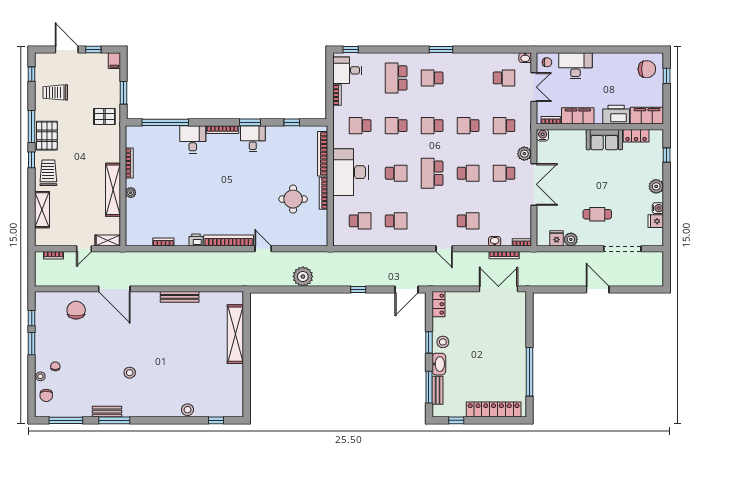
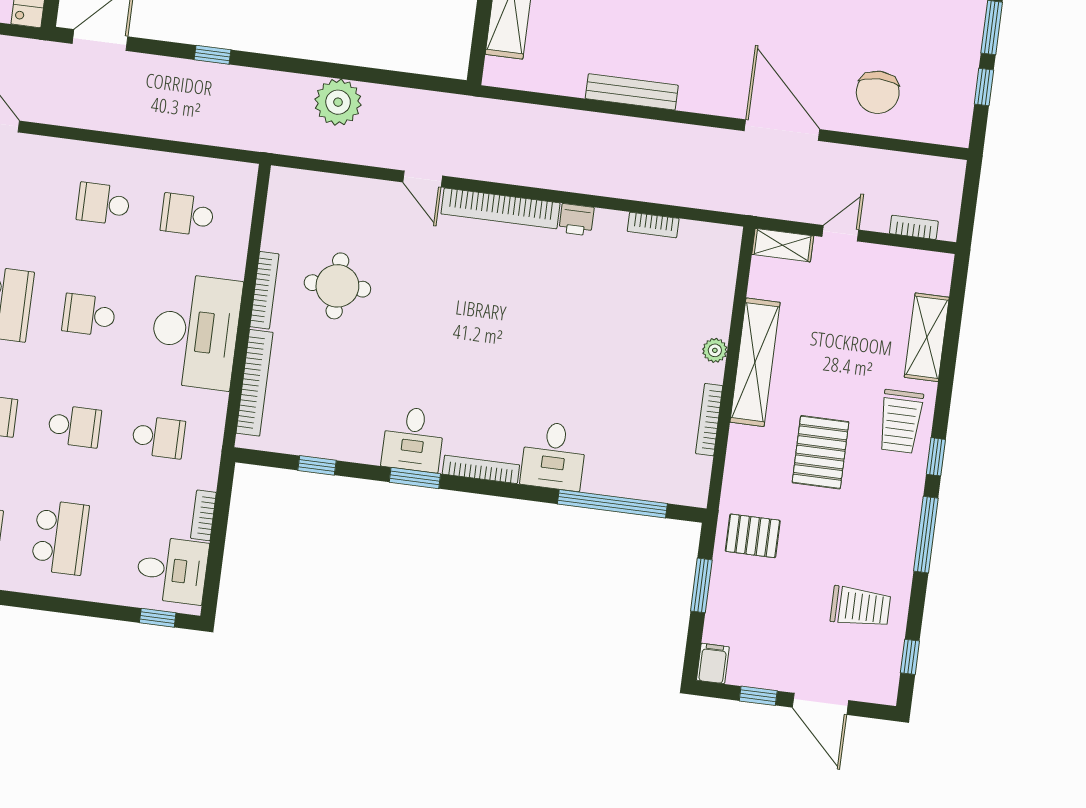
pallet: (47, 136) -> (820, 452), moved

